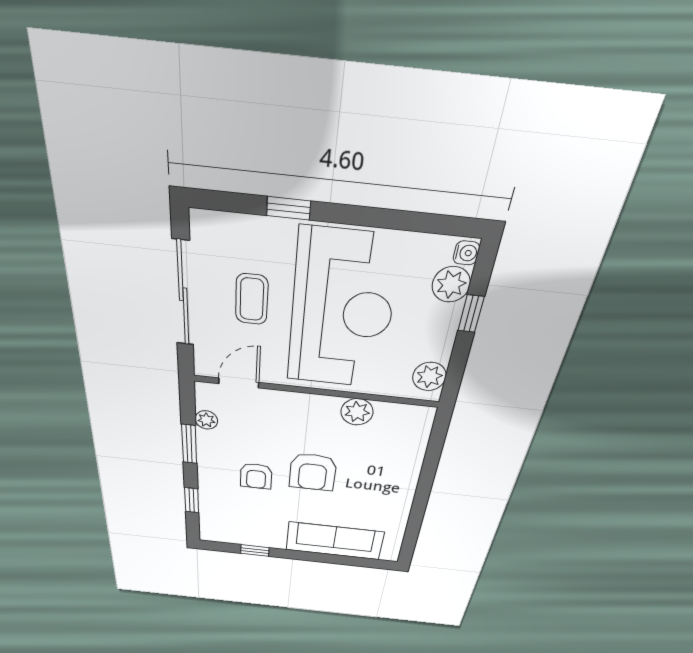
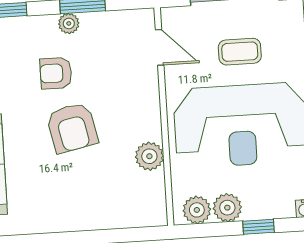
plant: (451, 284) -> (227, 208), moved
plant: (206, 420) -> (69, 23), moved
armchair: (313, 472) -> (72, 128), turned -102

